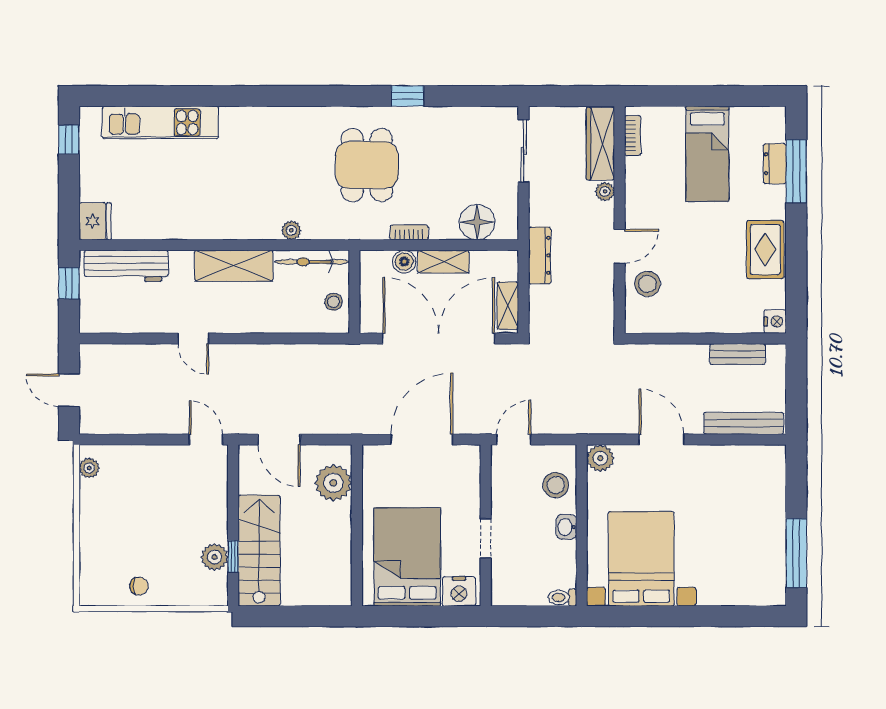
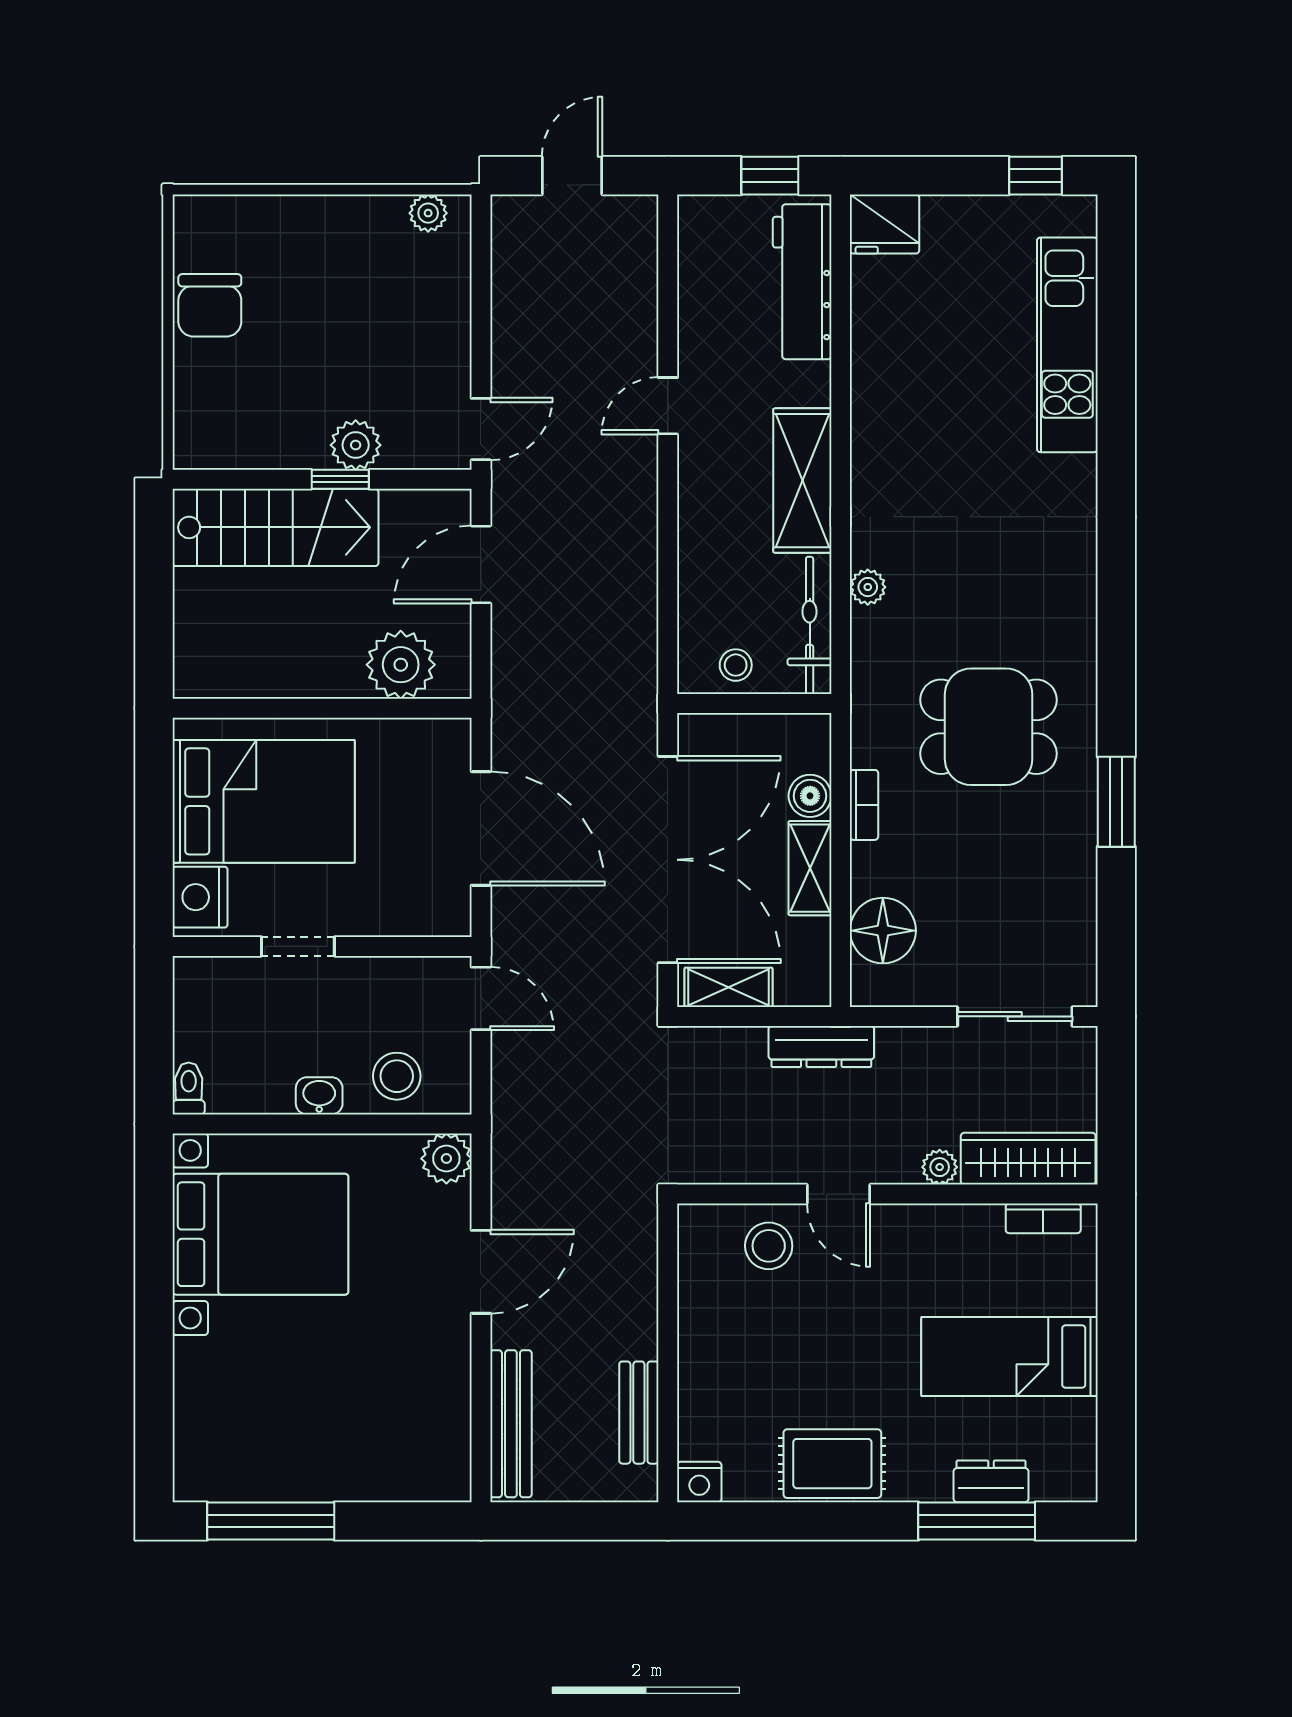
window: (407, 96) -> (1116, 802), width x1.50
window: (233, 556) -> (340, 479), moved
plant: (215, 557) -> (356, 445), moved
chair: (139, 586) -> (210, 305), width x1.87, depth x1.87

